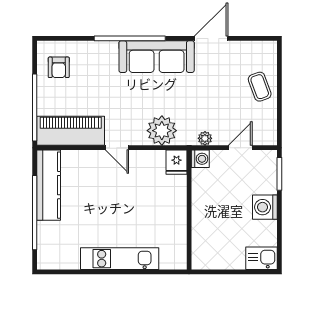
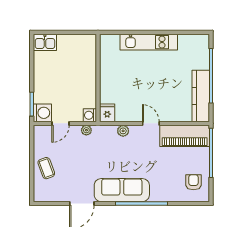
plant: (162, 131) -> (123, 131), width x0.53, depth x0.53
washing machine: (265, 207) -> (42, 113), moved

